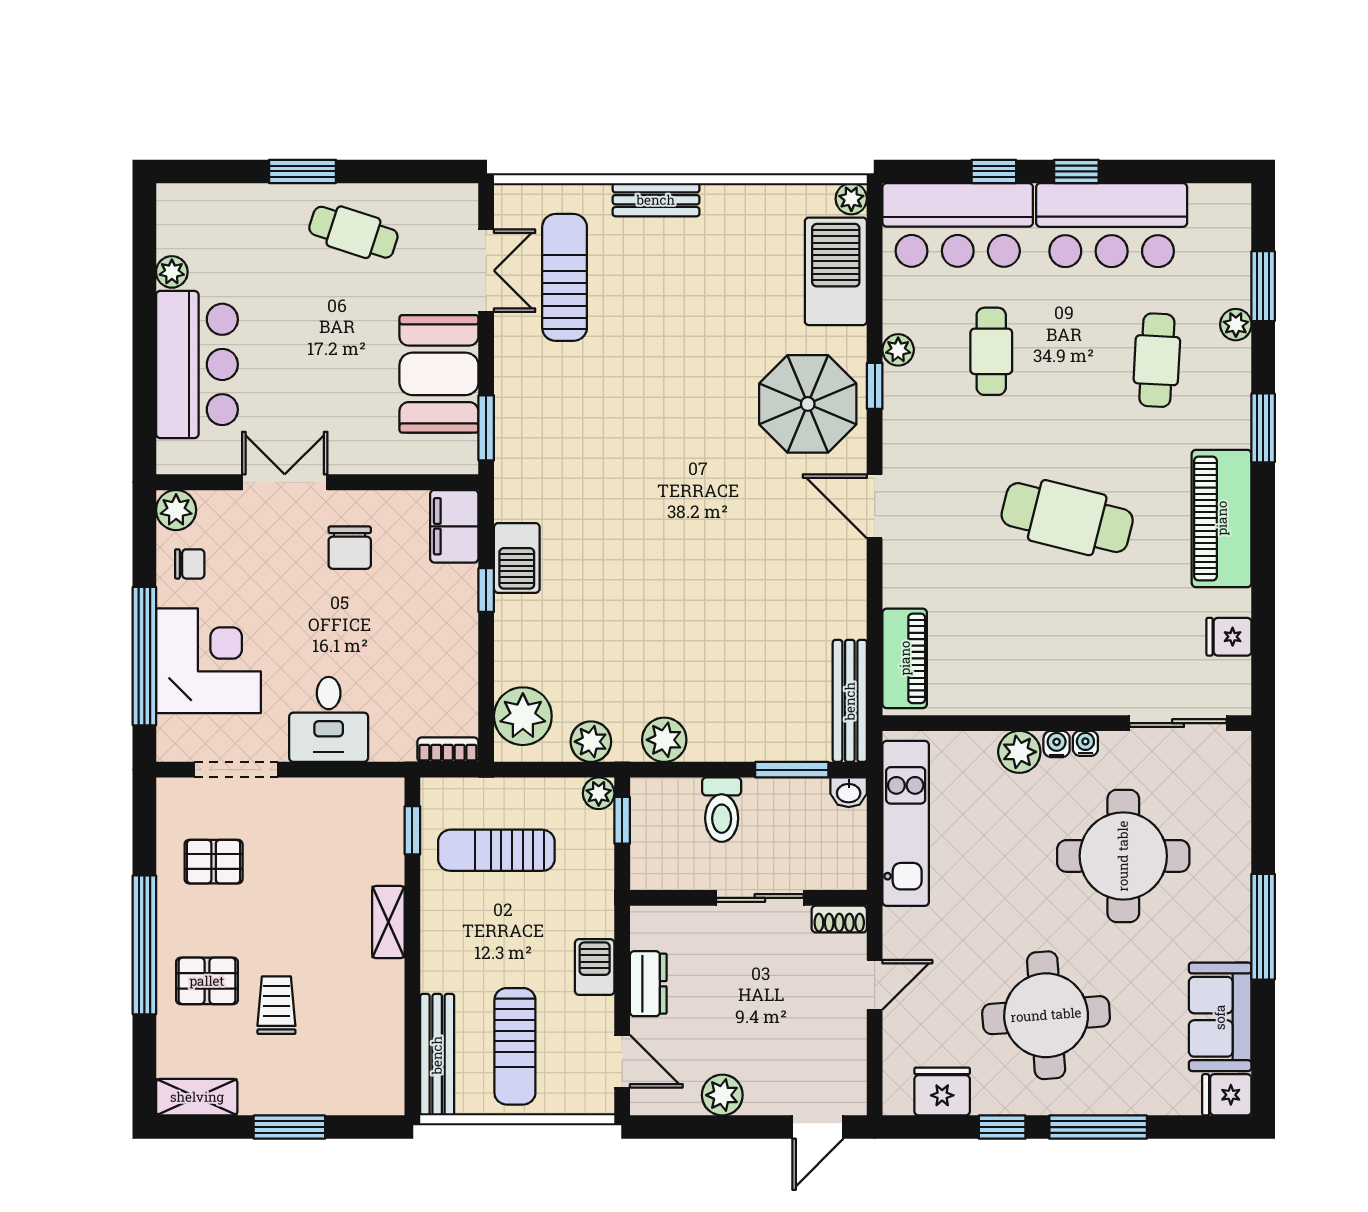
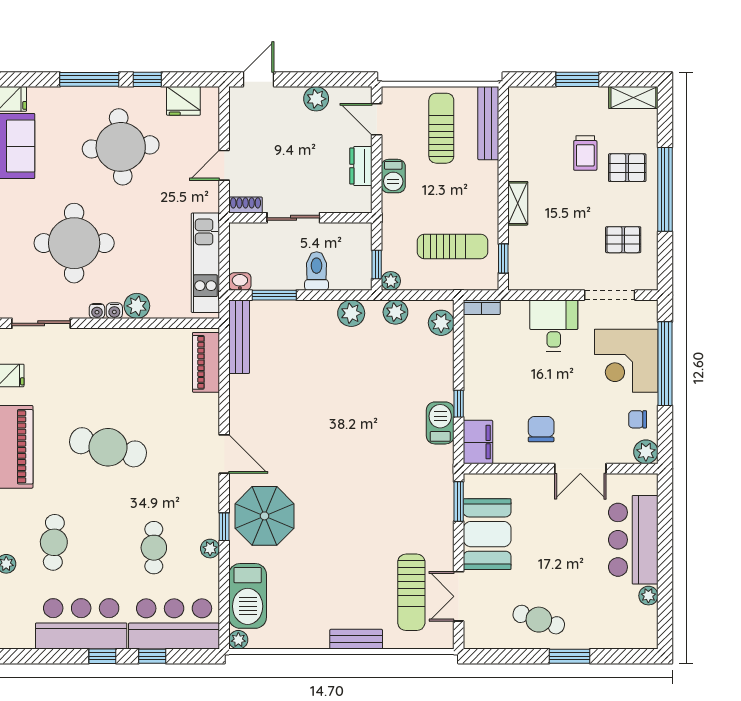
plant: (523, 716) -> (441, 323), width x0.73, depth x0.73

